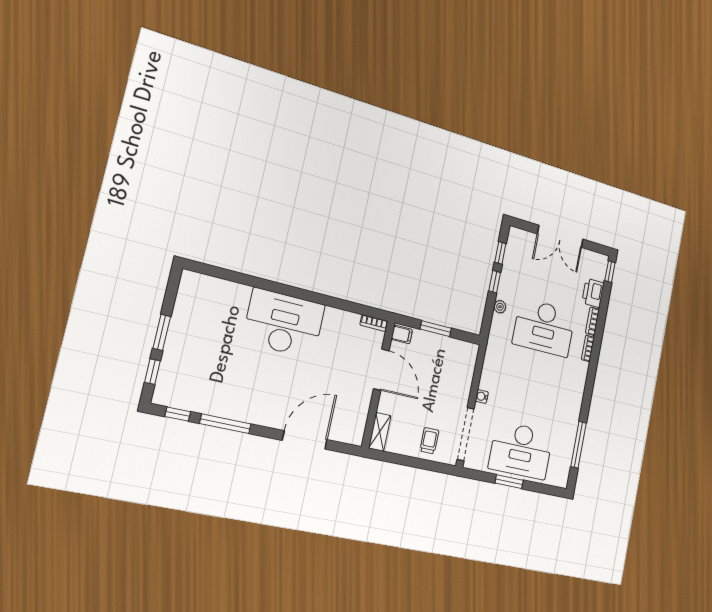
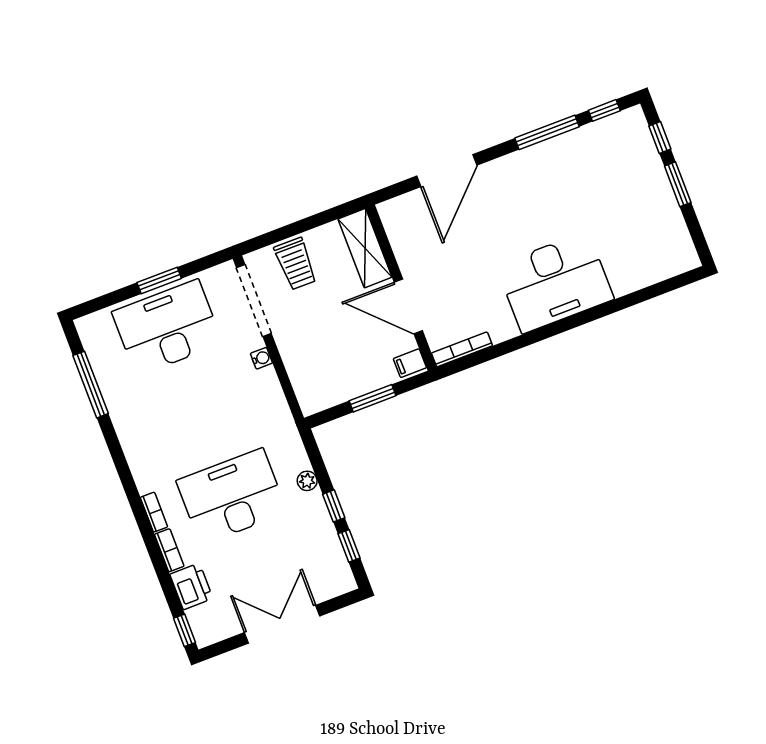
bookcase: (374, 323) -> (462, 349), width x1.56
shelving: (380, 432) -> (365, 248), width x1.50, depth x1.33
trolley: (429, 441) -> (296, 264), width x1.36, depth x1.39

